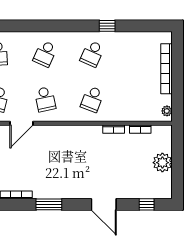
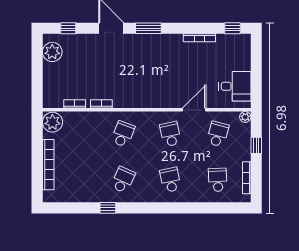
school desk: (45, 54) -> (170, 180), turned -36
plant: (167, 111) -> (52, 122), width x1.87, depth x1.87
plant: (162, 163) -> (52, 52), moved
window: (49, 204) -> (148, 28), moved

